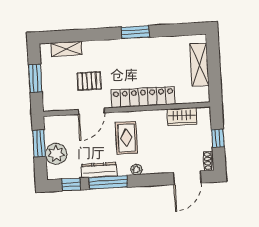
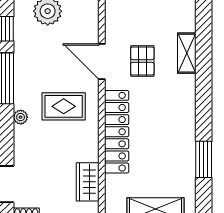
window: (135, 32) -> (204, 159), moved
shelving: (67, 49) -> (187, 53), moved
dresser: (99, 170) -> (23, 67), removed

